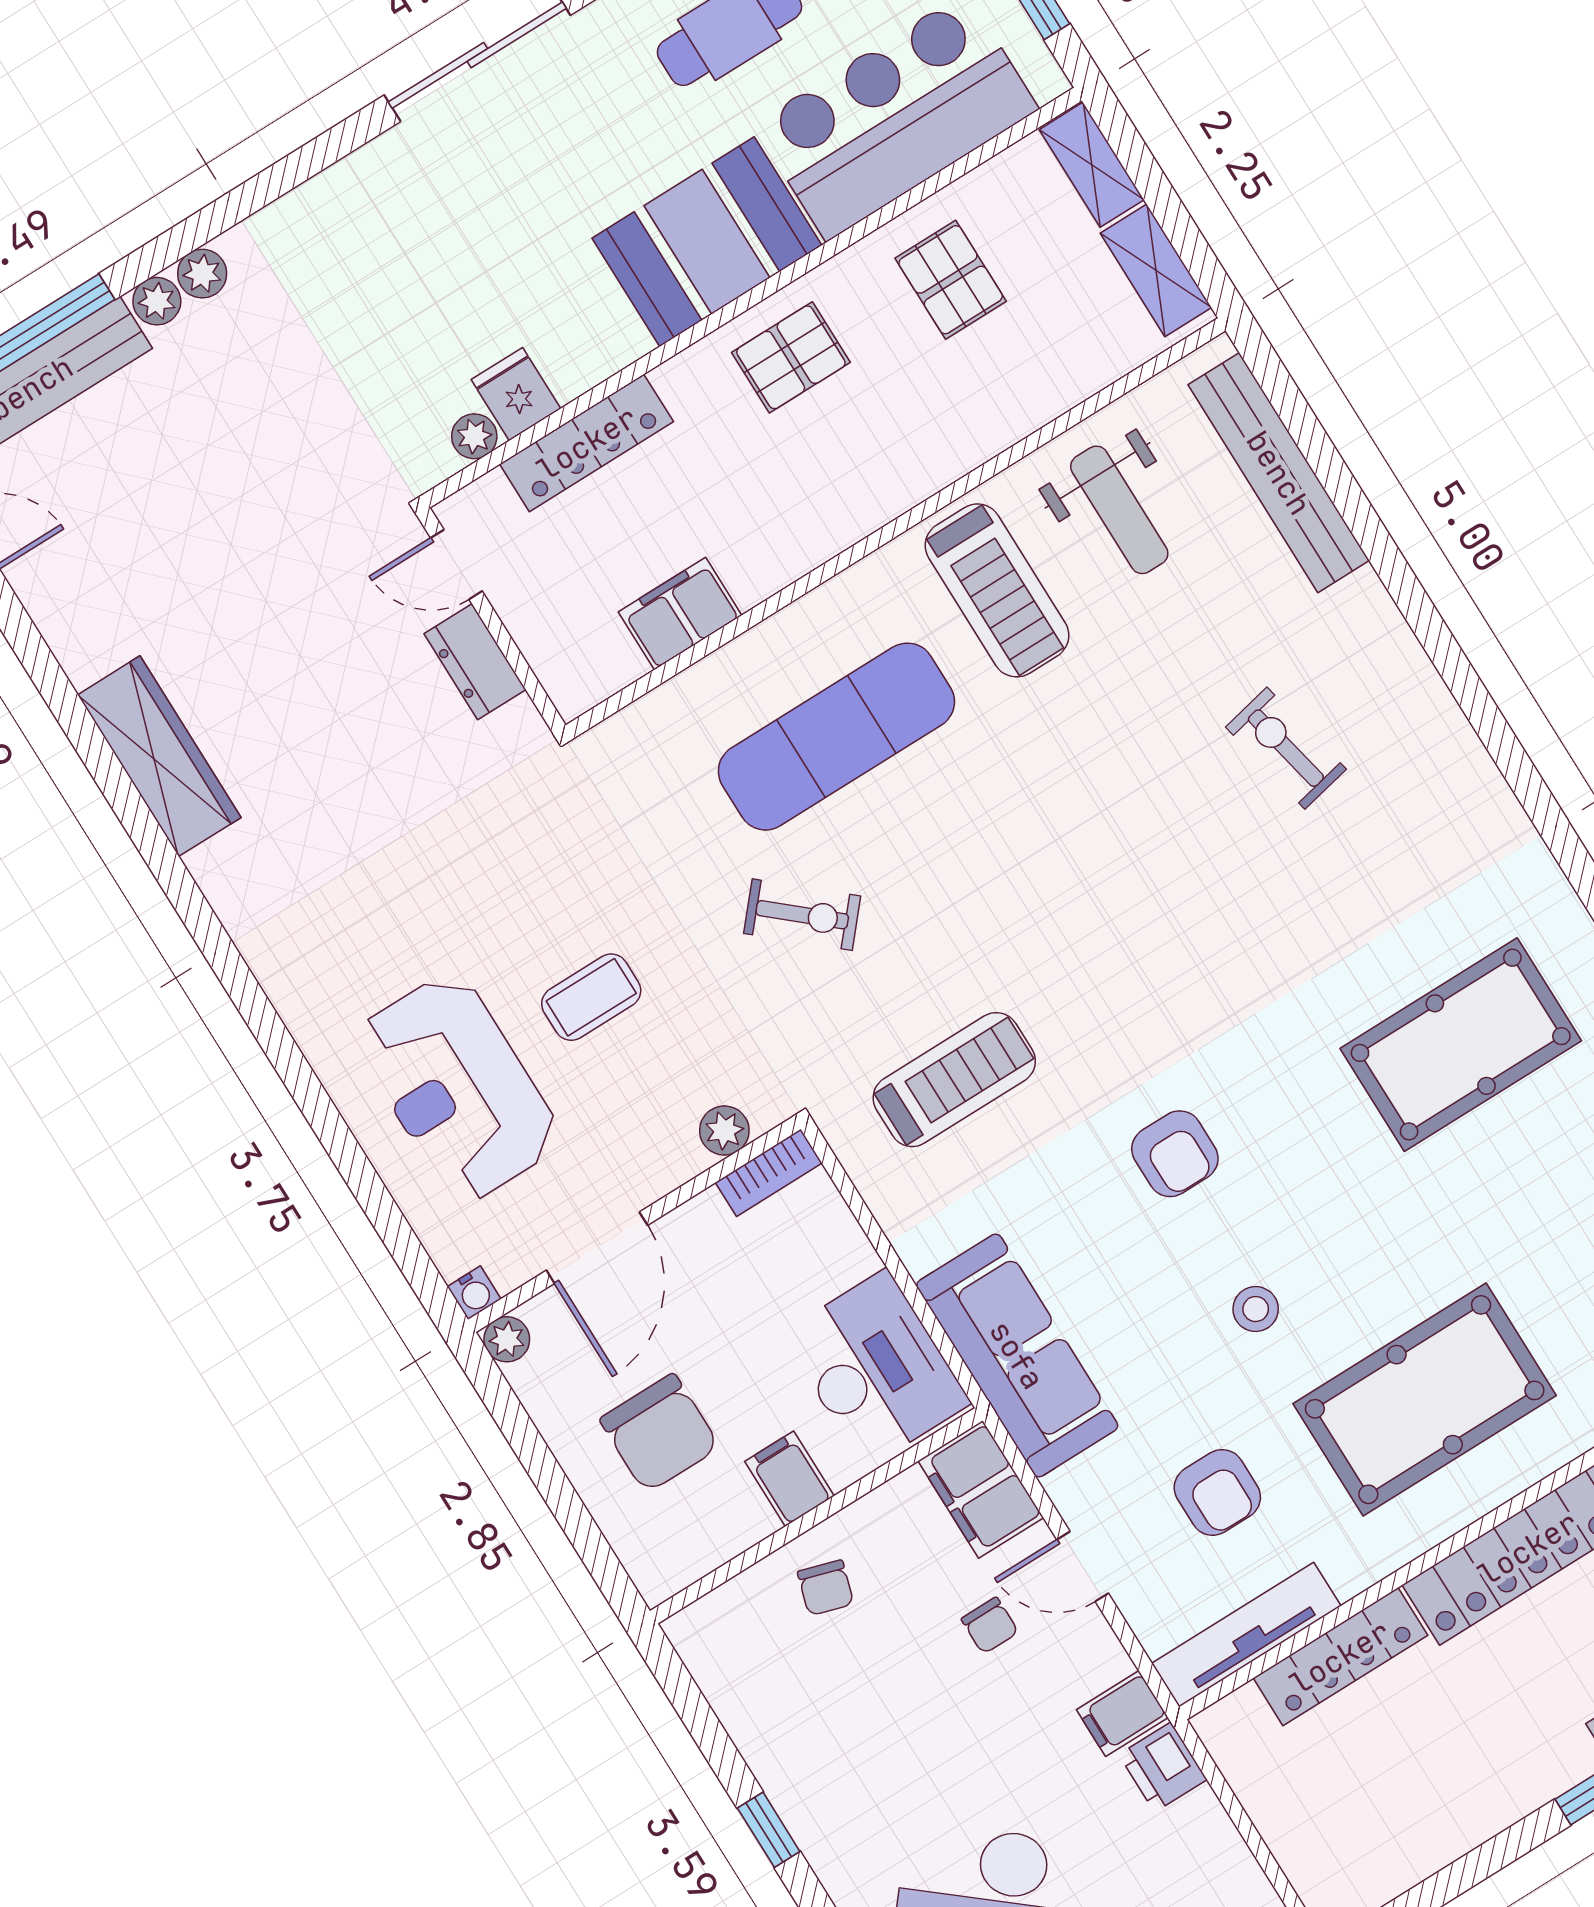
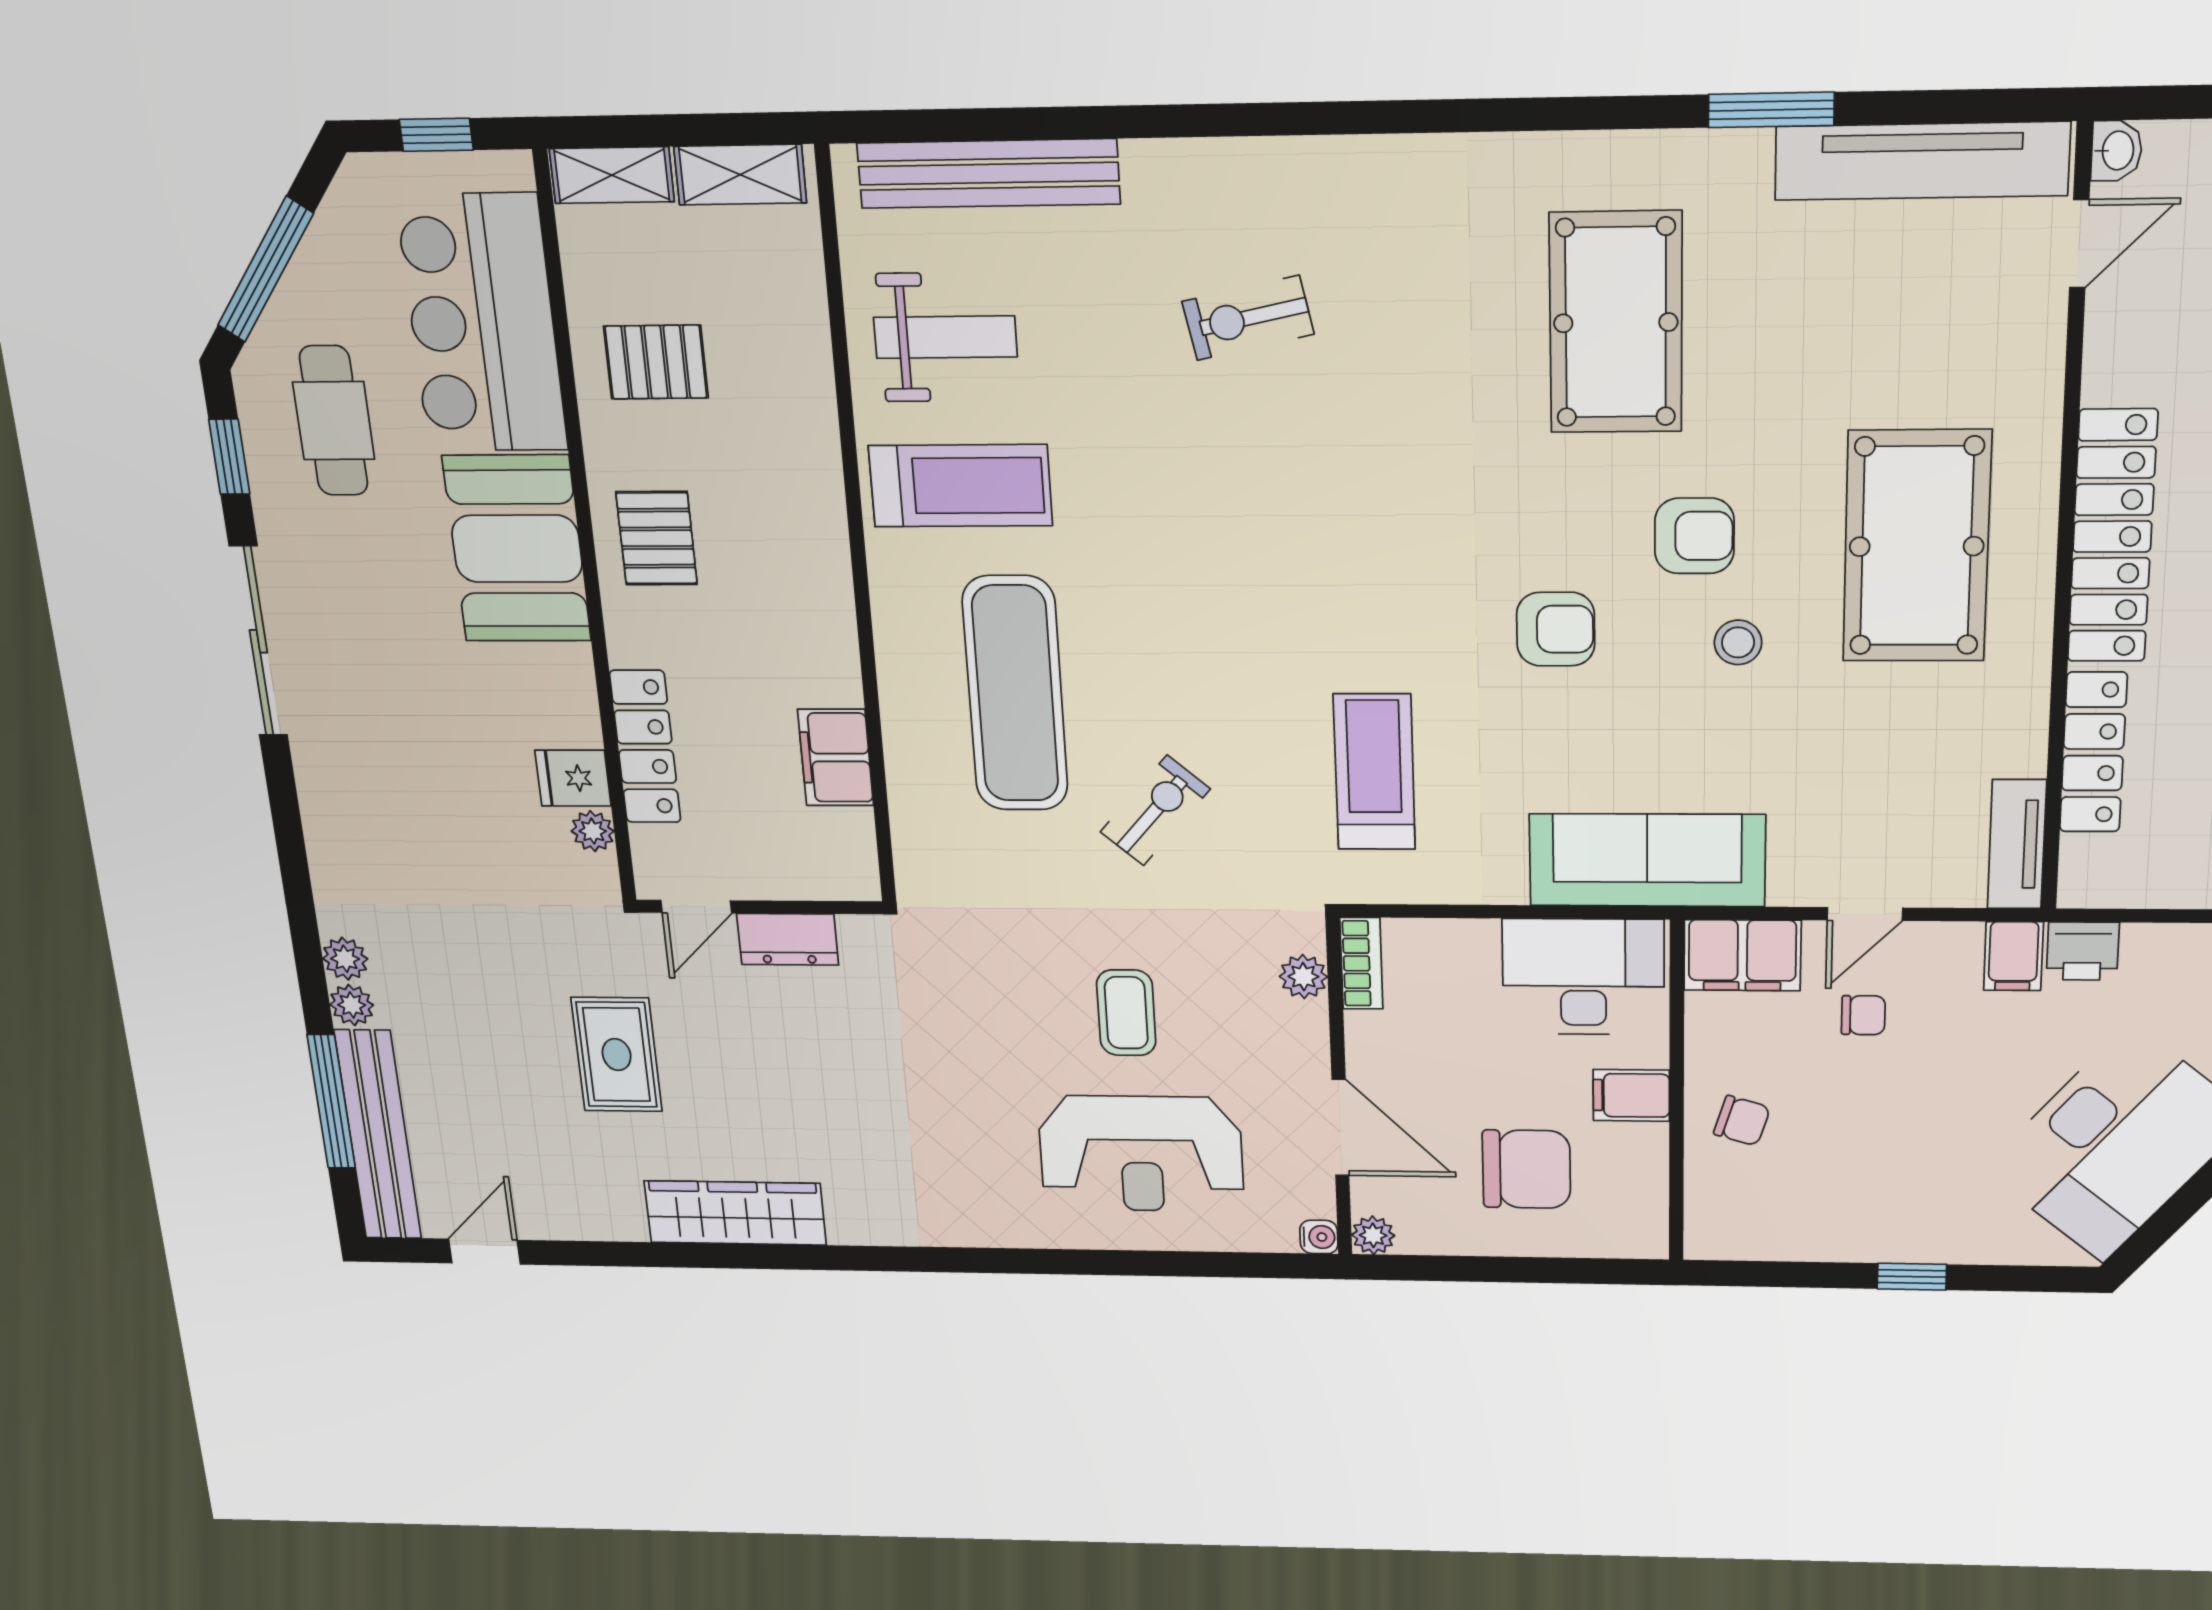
rug: (259, 566) -> (617, 1055), added
armchair: (1217, 1492) -> (1694, 536), moved
tv unit: (1246, 1635) -> (2017, 844), width x0.71

